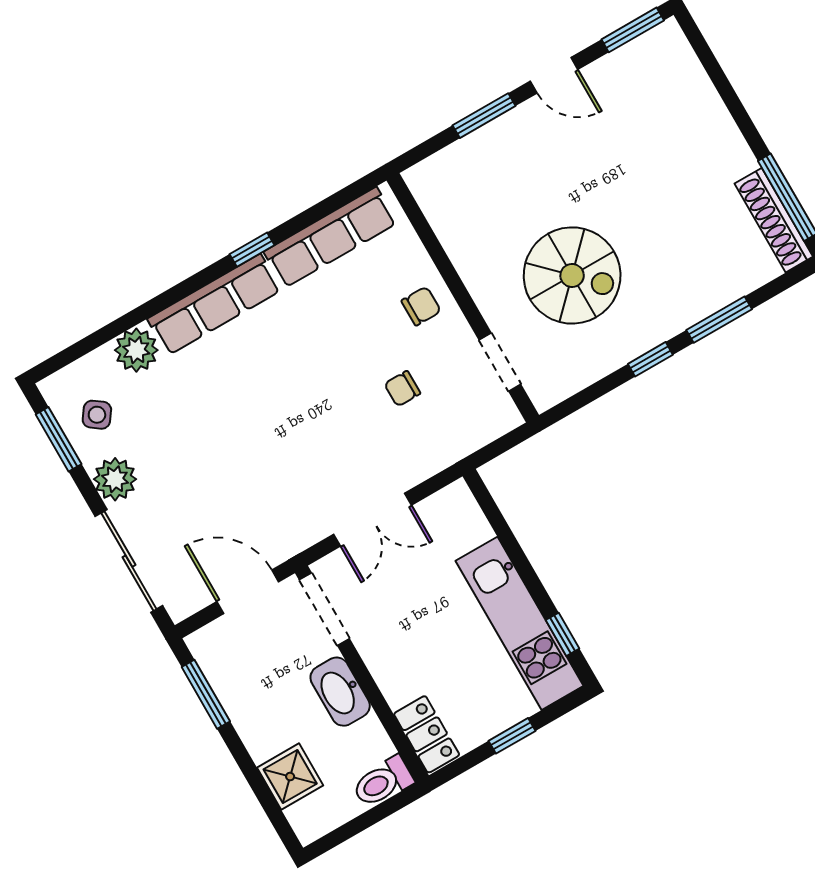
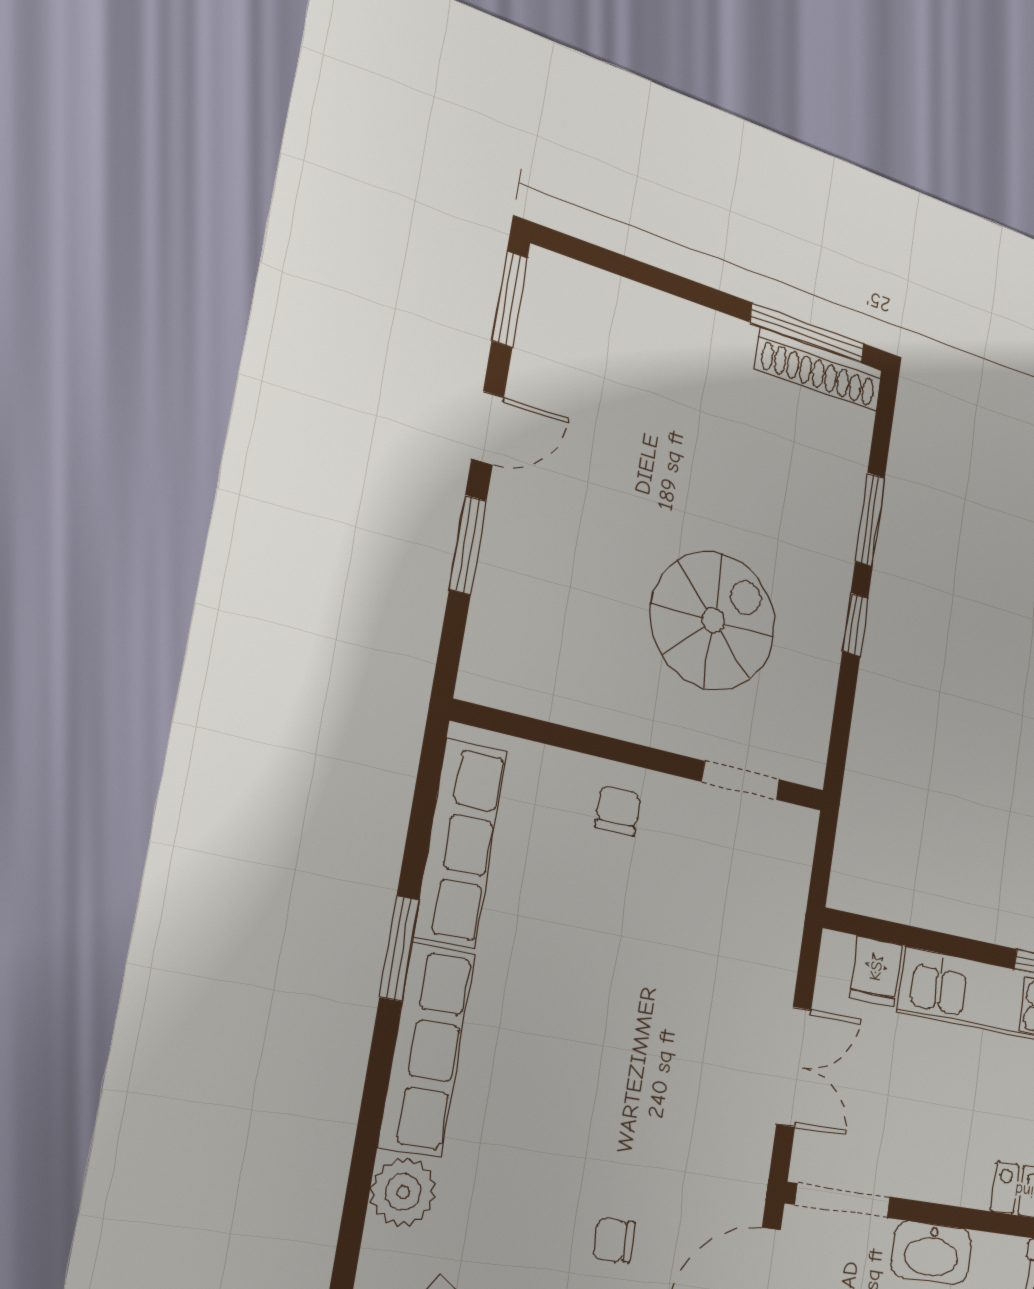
window: (252, 250) -> (399, 948), width x1.50
chair: (402, 389) -> (614, 1240), moved, turned 90
fridge: (467, 529) -> (876, 971), added

